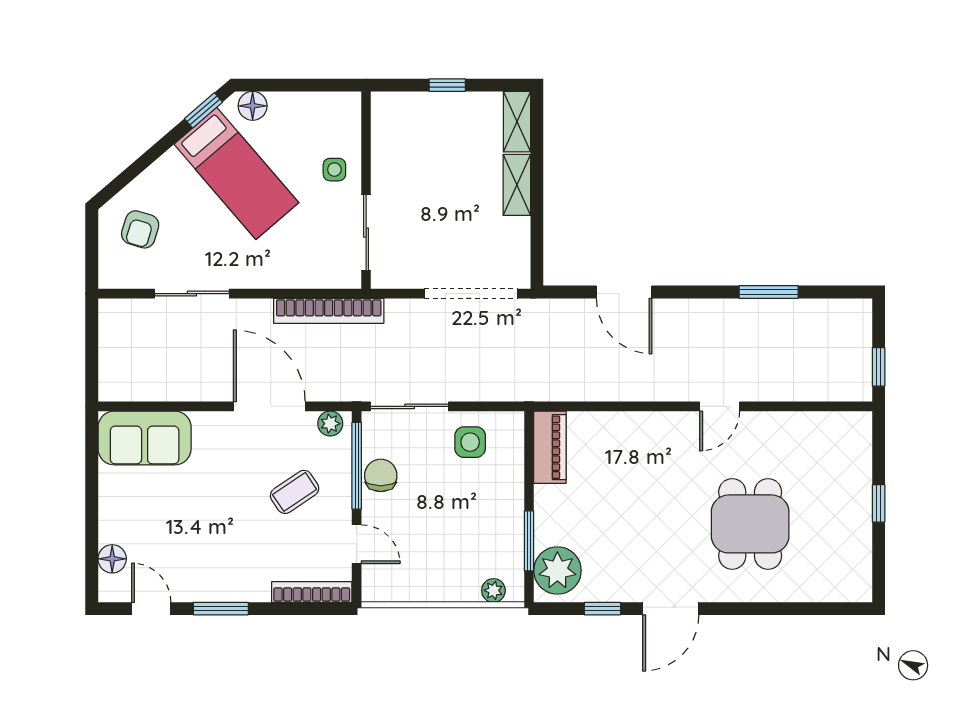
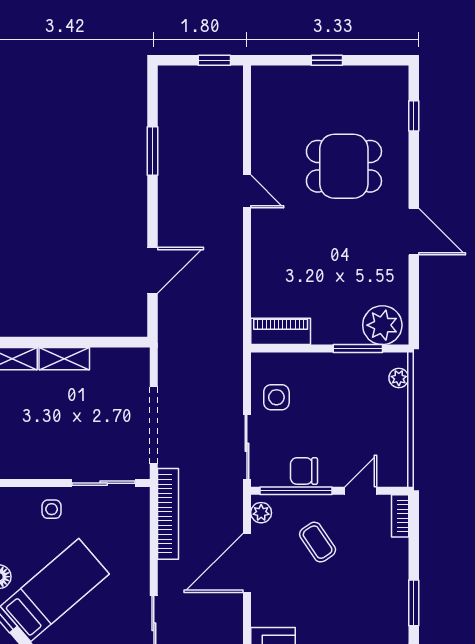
doorway: (471, 294) -> (154, 425), moved
bookcase: (312, 592) -> (400, 516), width x0.64
window: (602, 609) -> (414, 116), moved

